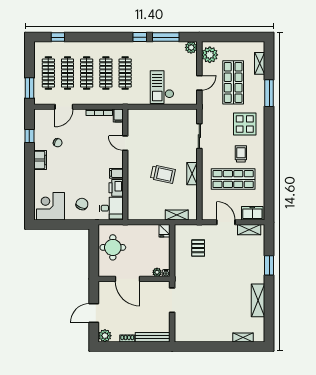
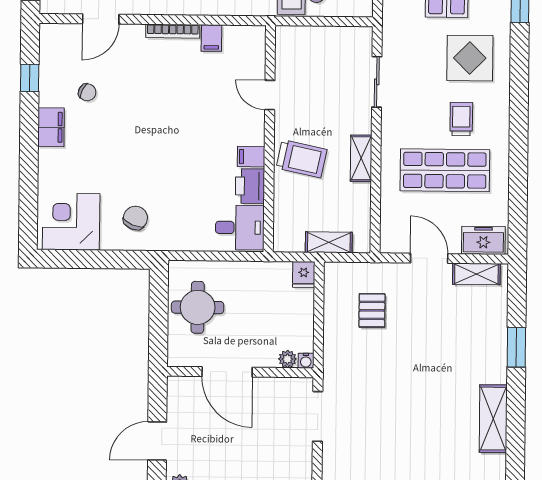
door: (125, 143) -> (270, 95), moved
wall: (125, 165) -> (269, 139), moved
filing cabinet: (116, 173) -> (251, 157), moved
printer: (116, 188) -> (250, 186), moved
desk: (111, 208) -> (240, 228), moved

